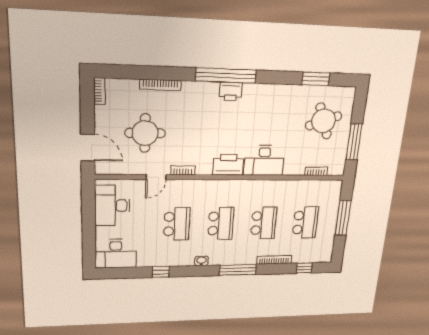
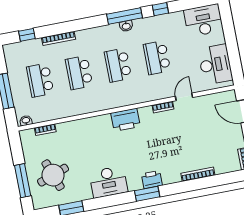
window: (226, 76) -> (147, 194), width x0.47
printer: (231, 91) -> (152, 180), moved
round table: (145, 133) -> (201, 133), removed
window: (354, 142) -> (23, 181), moved
desk: (264, 160) -> (108, 182), moved, turned 180
washbasin: (333, 185) -> (26, 121), added
window: (238, 270) -> (124, 16), moved

